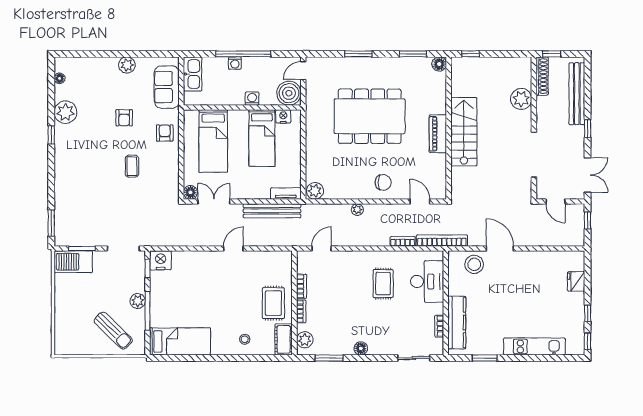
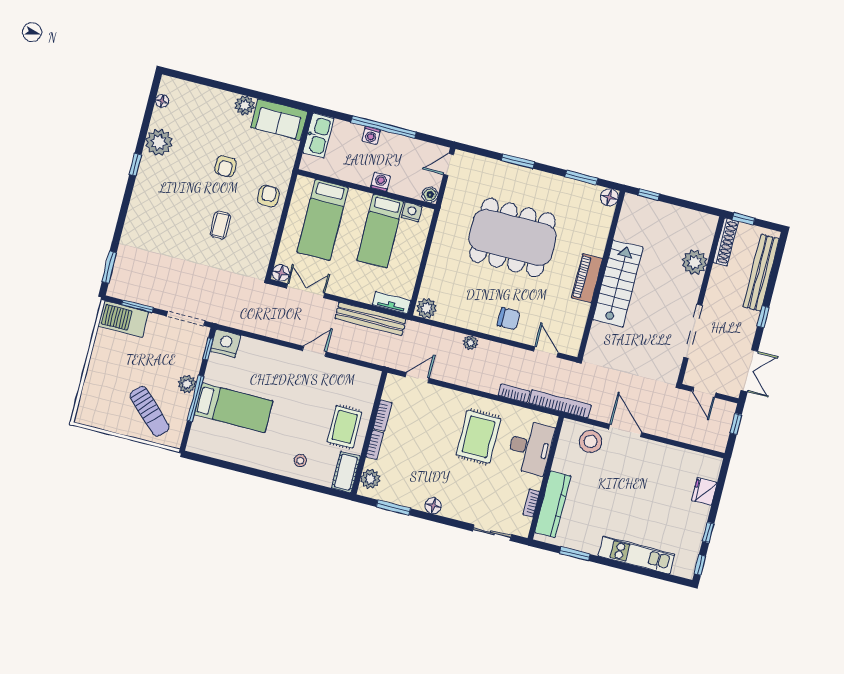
sofa: (167, 87) -> (279, 119), moved, turned -90
boiler: (289, 93) -> (430, 195), width x0.54, depth x0.54
rug: (383, 284) -> (479, 437), width x1.36, depth x1.43
bed: (180, 341) -> (233, 408), moved

